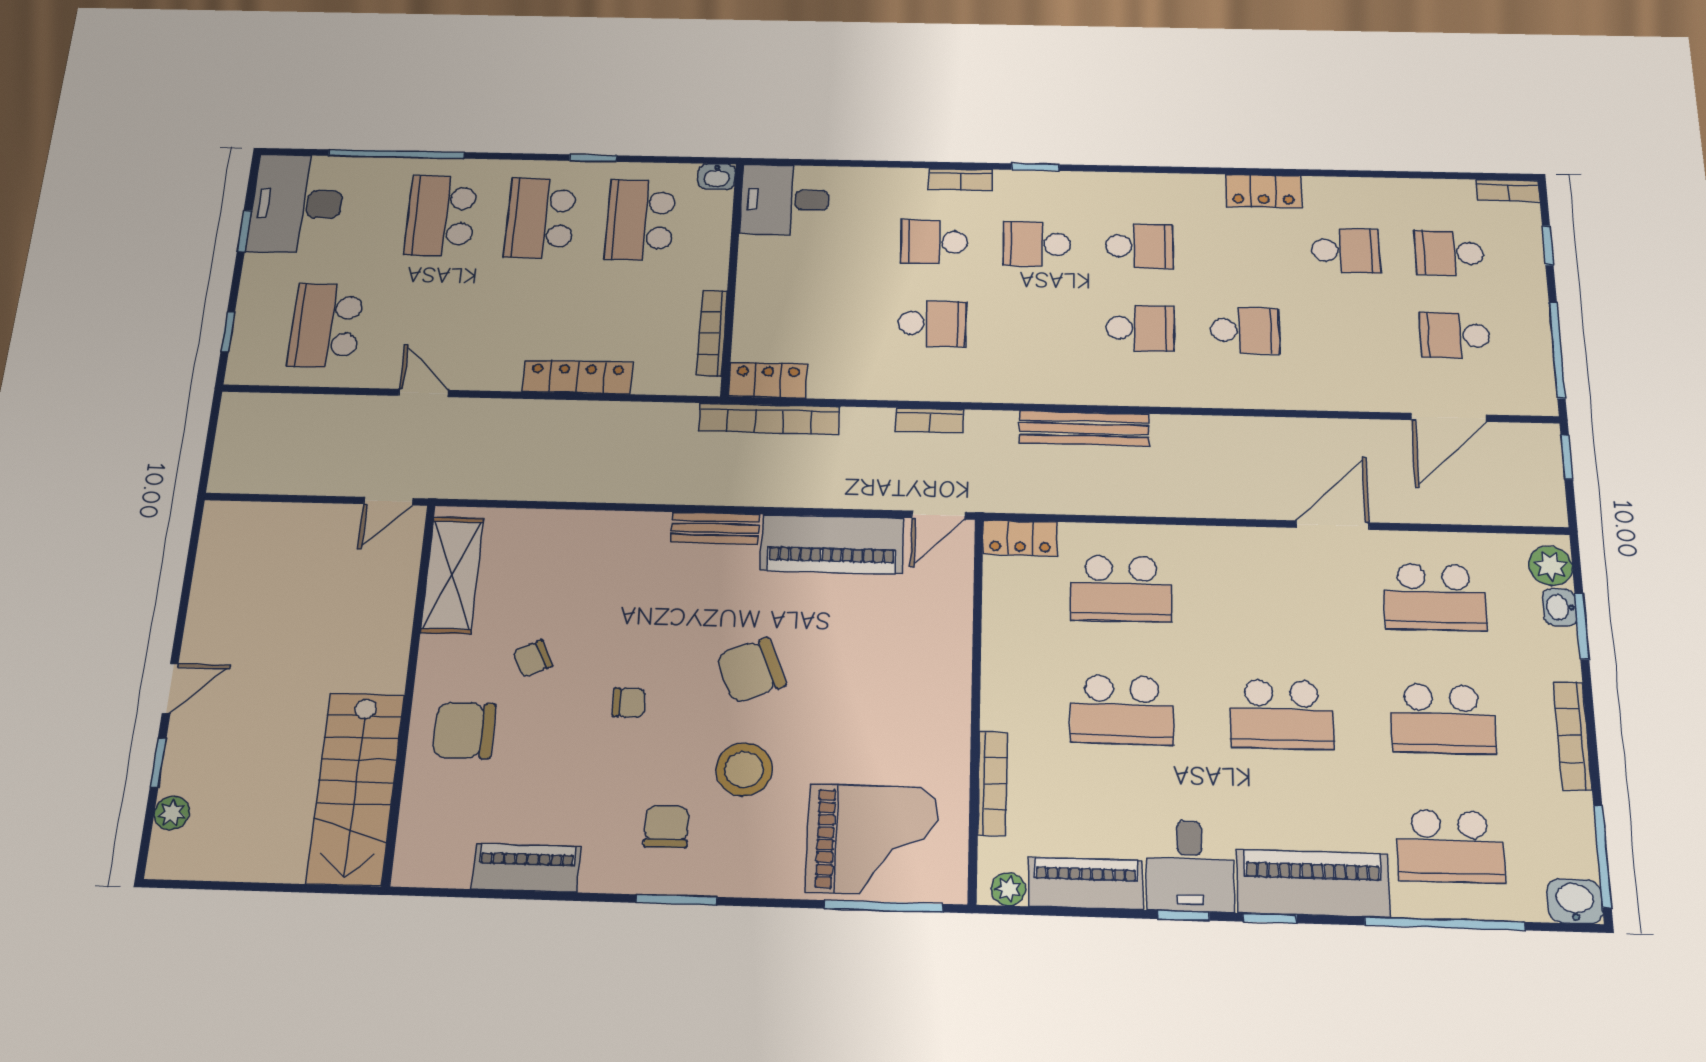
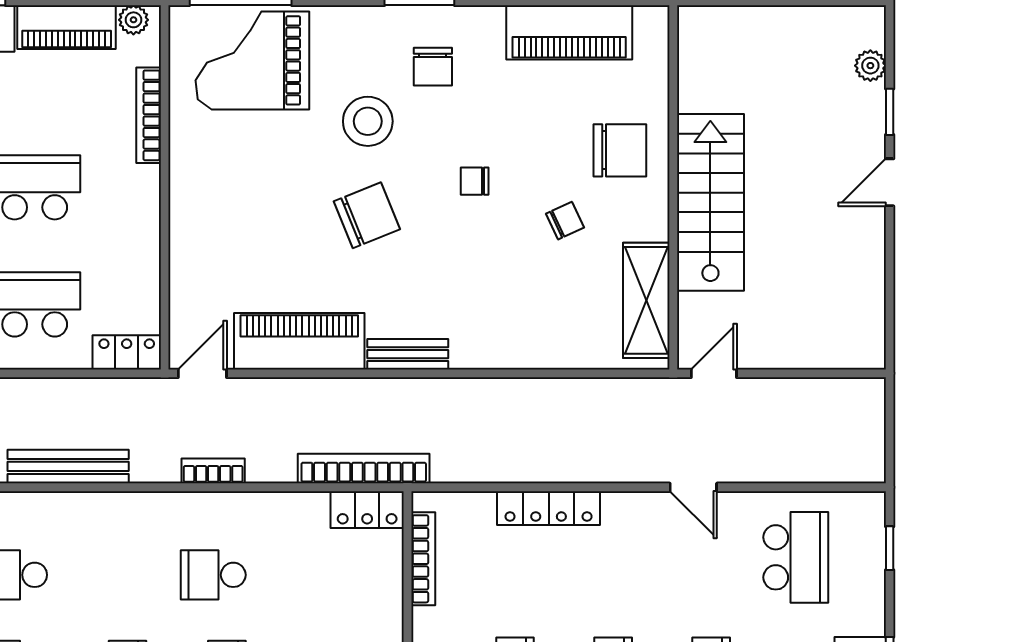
stairs: (356, 788) -> (710, 202), moved
piano: (526, 868) -> (569, 32), width x1.37, depth x1.33

